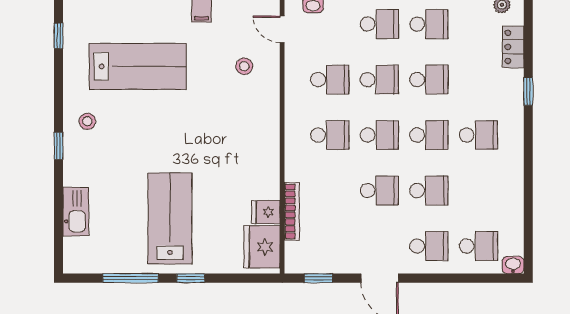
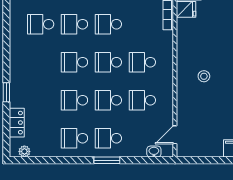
door: (282, 29) -> (175, 135), swing flipped
stool: (244, 66) -> (204, 76), moved
school desk: (478, 135) -> (41, 24), moved

